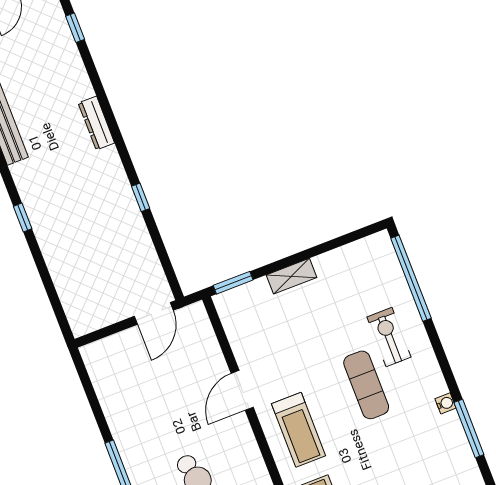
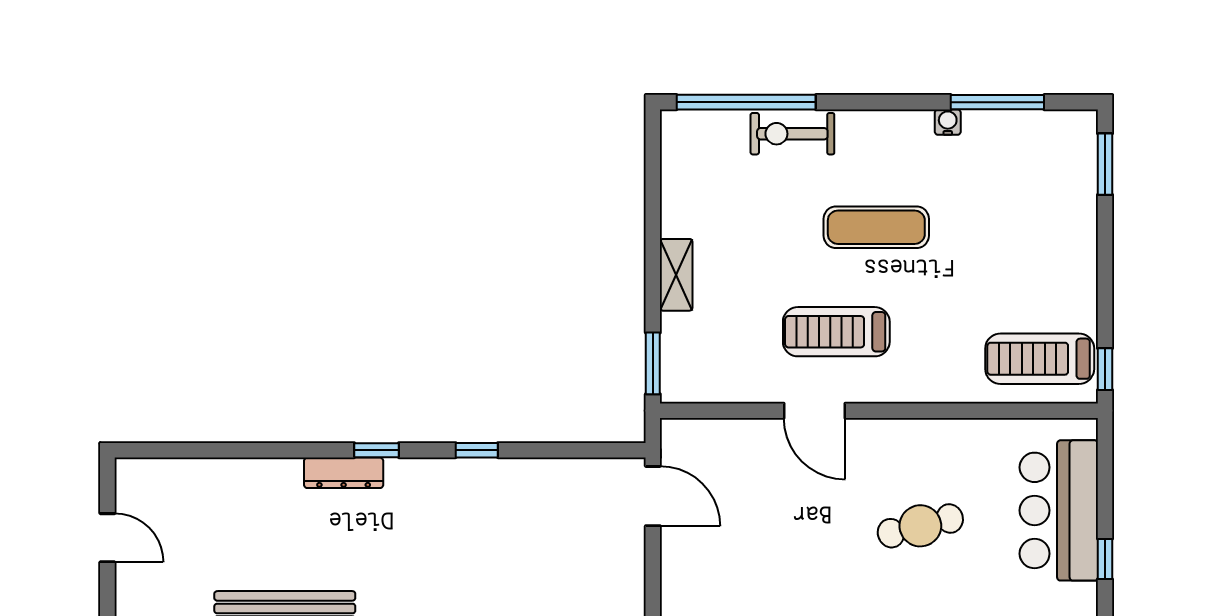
window: (75, 28) -> (376, 450), moved
exercise bike: (389, 337) -> (792, 134), moved
treadmill: (299, 430) -> (836, 332), moved, turned 180

